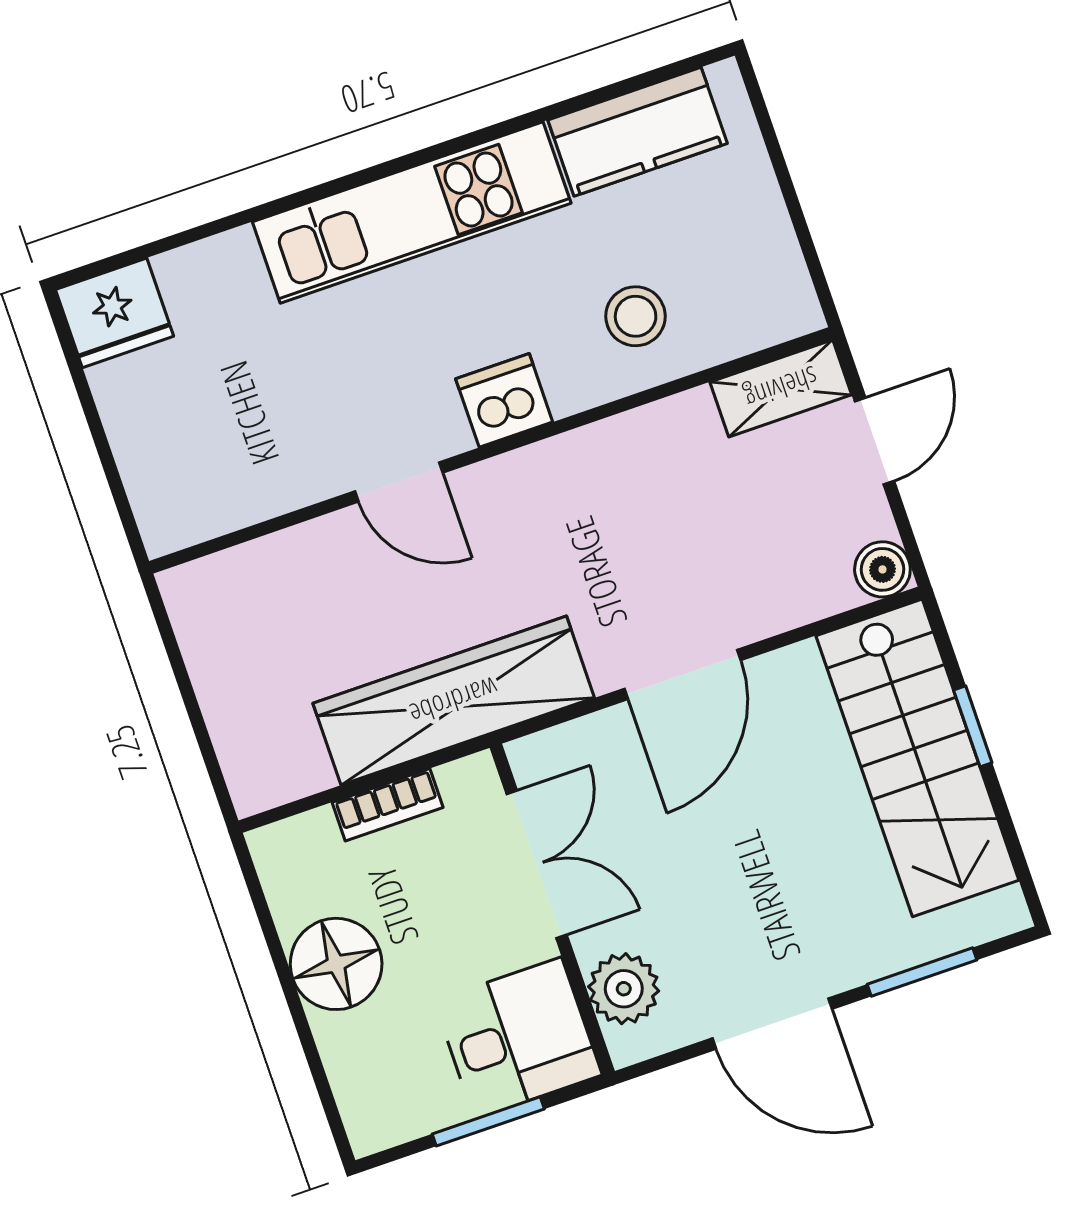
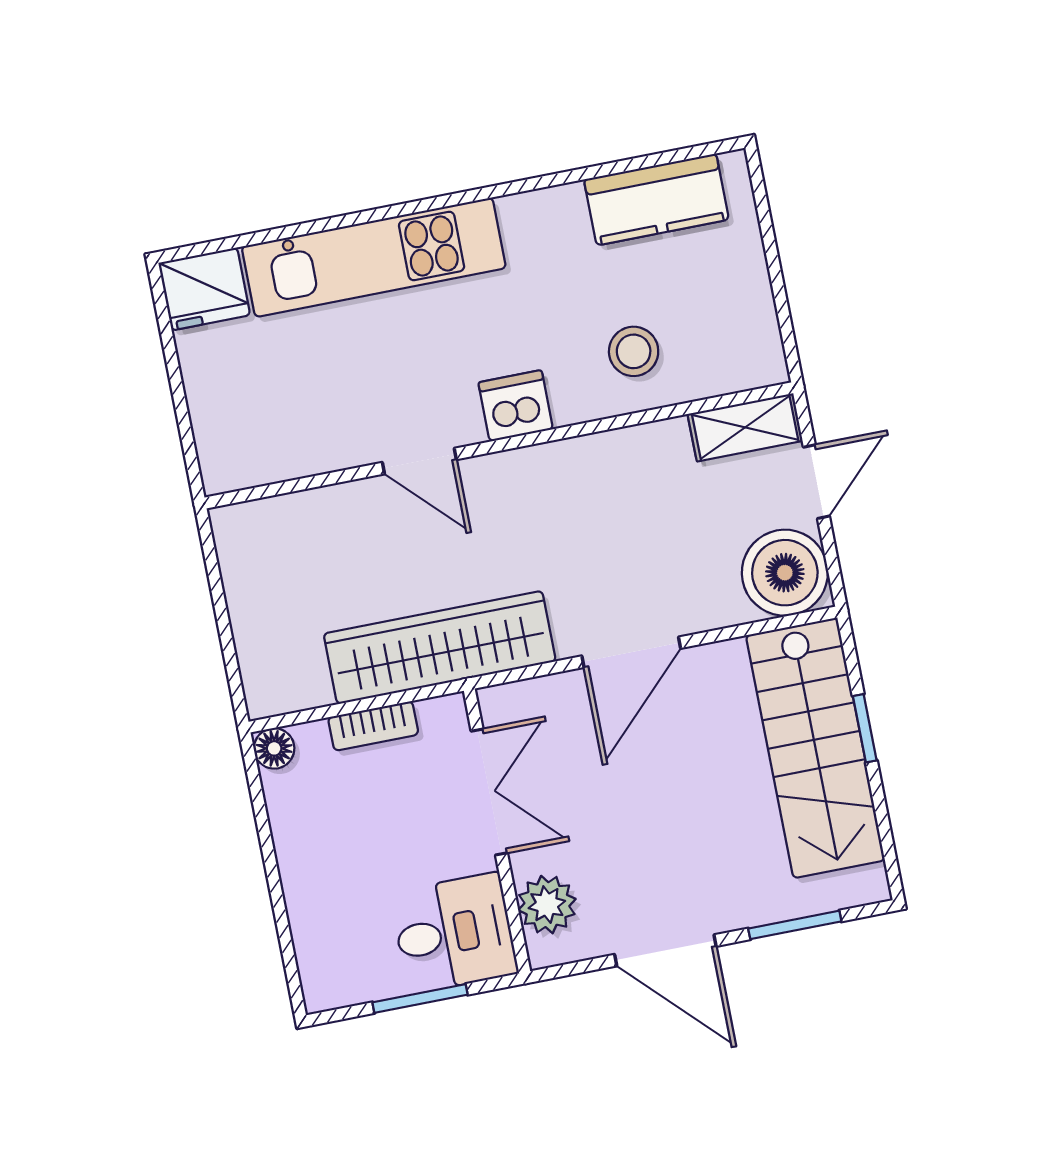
kitchen unit: (412, 212) -> (374, 257), moved
boiler: (882, 569) -> (785, 573), width x1.86, depth x1.86
floor lamp: (336, 964) -> (274, 748), moved, width x0.53, depth x0.53

